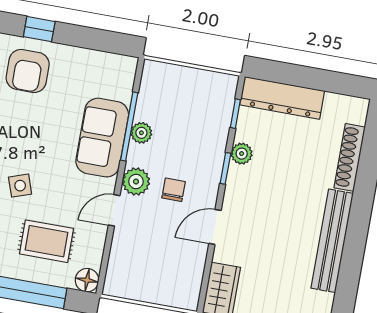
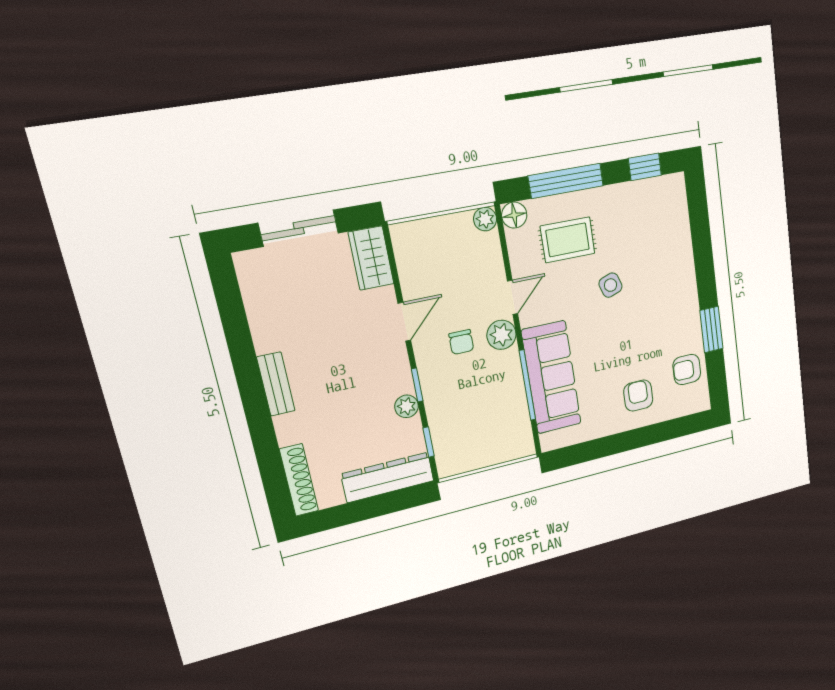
window: (39, 29) -> (640, 438), removed
armchair: (28, 71) -> (638, 396), width x0.72, depth x0.72
plant: (141, 133) -> (485, 219), moved
sofa: (102, 138) -> (551, 377), width x1.36
shoe rack: (350, 157) -> (299, 480), moved
bench: (332, 241) -> (276, 384), width x0.54, depth x0.82

